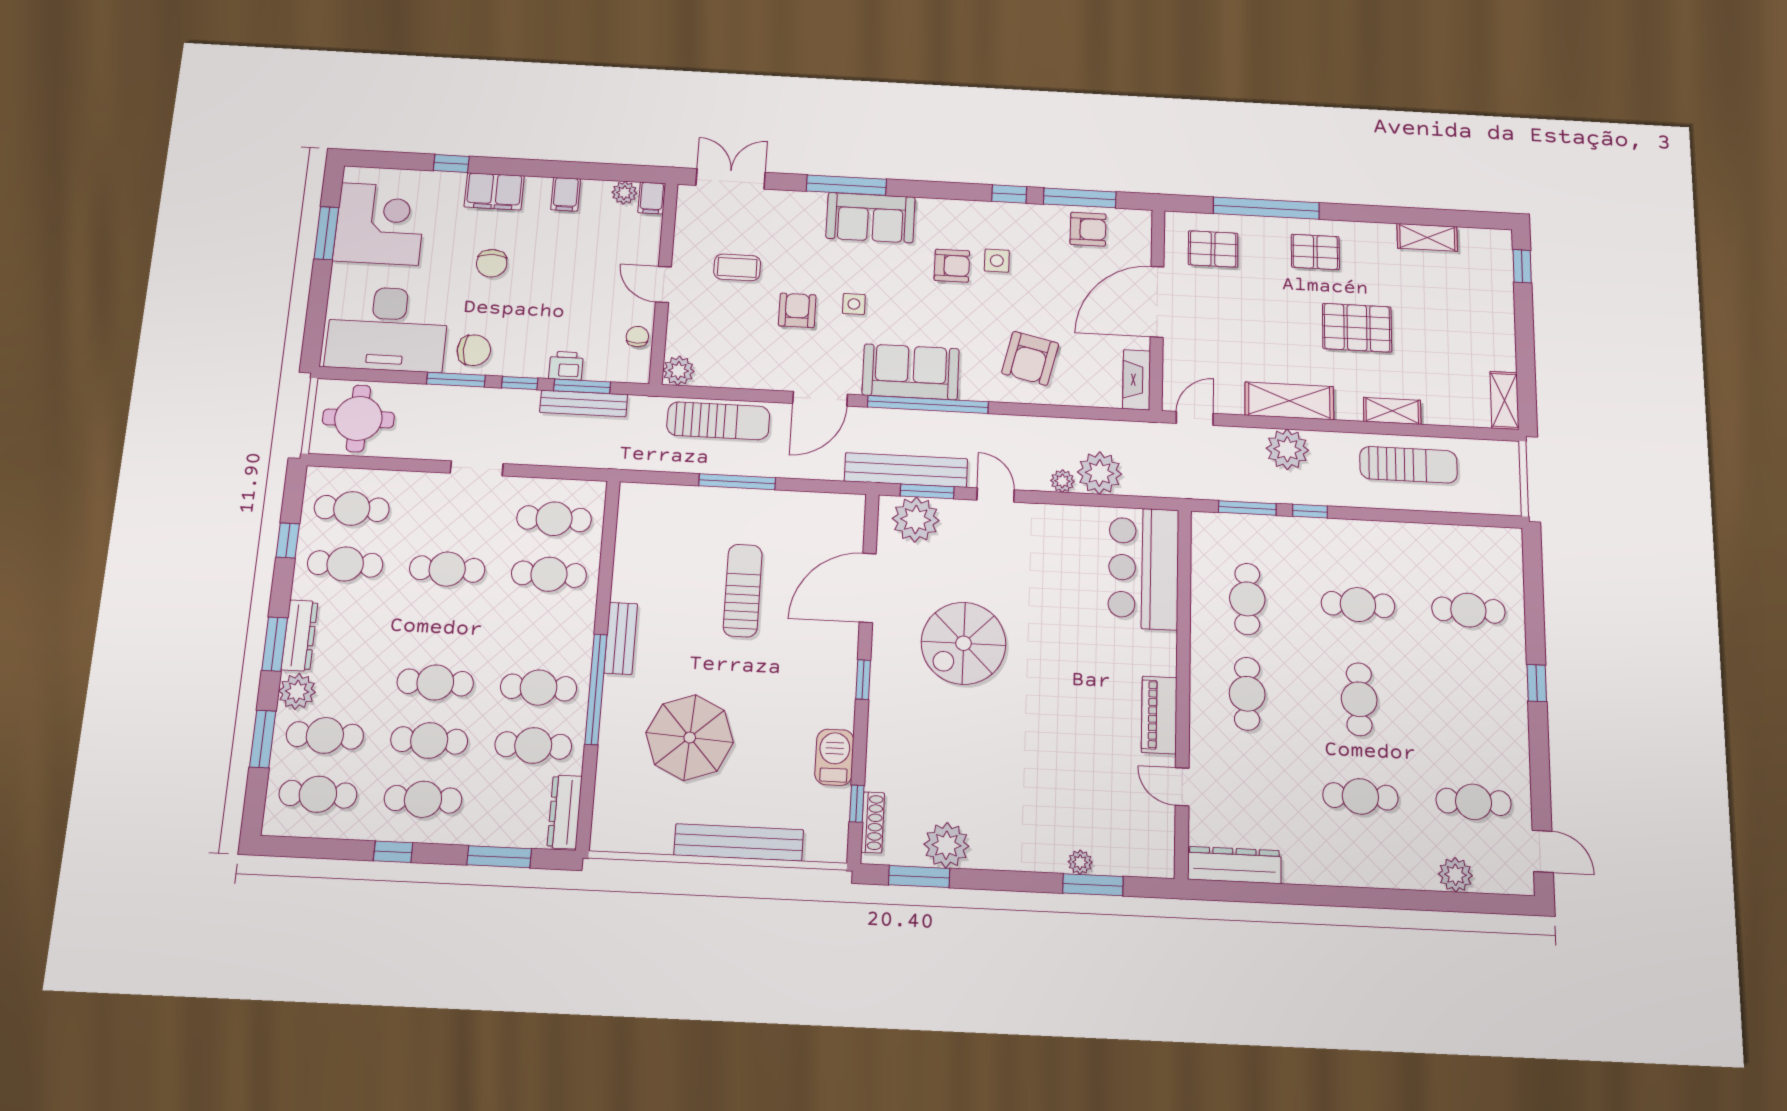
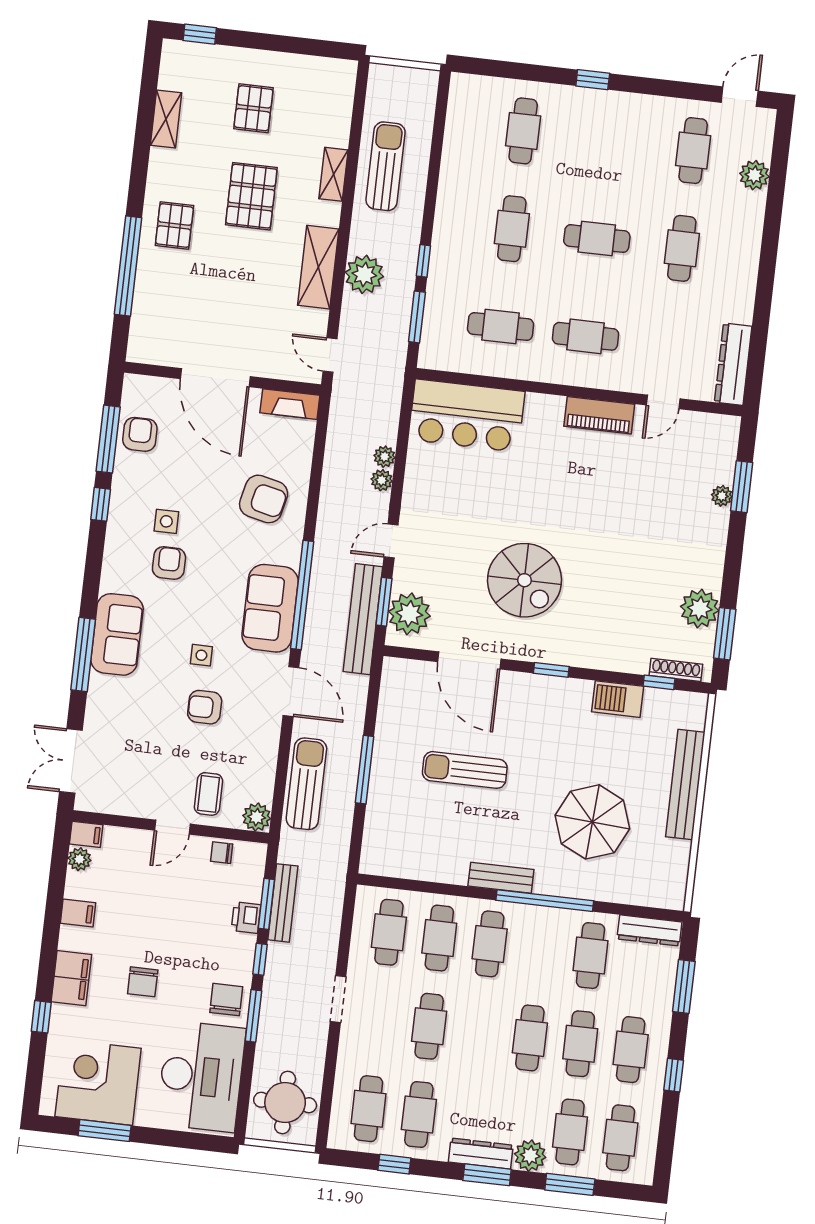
pallet: (1213, 249) -> (254, 108), moved
chair: (492, 263) -> (143, 982), turned 90
coffee table: (737, 267) -> (208, 794), moved
shelving: (1504, 400) -> (330, 70), removed
plant: (1100, 473) -> (384, 457), width x0.53, depth x0.53
cafe table: (539, 688) -> (490, 944), moved

